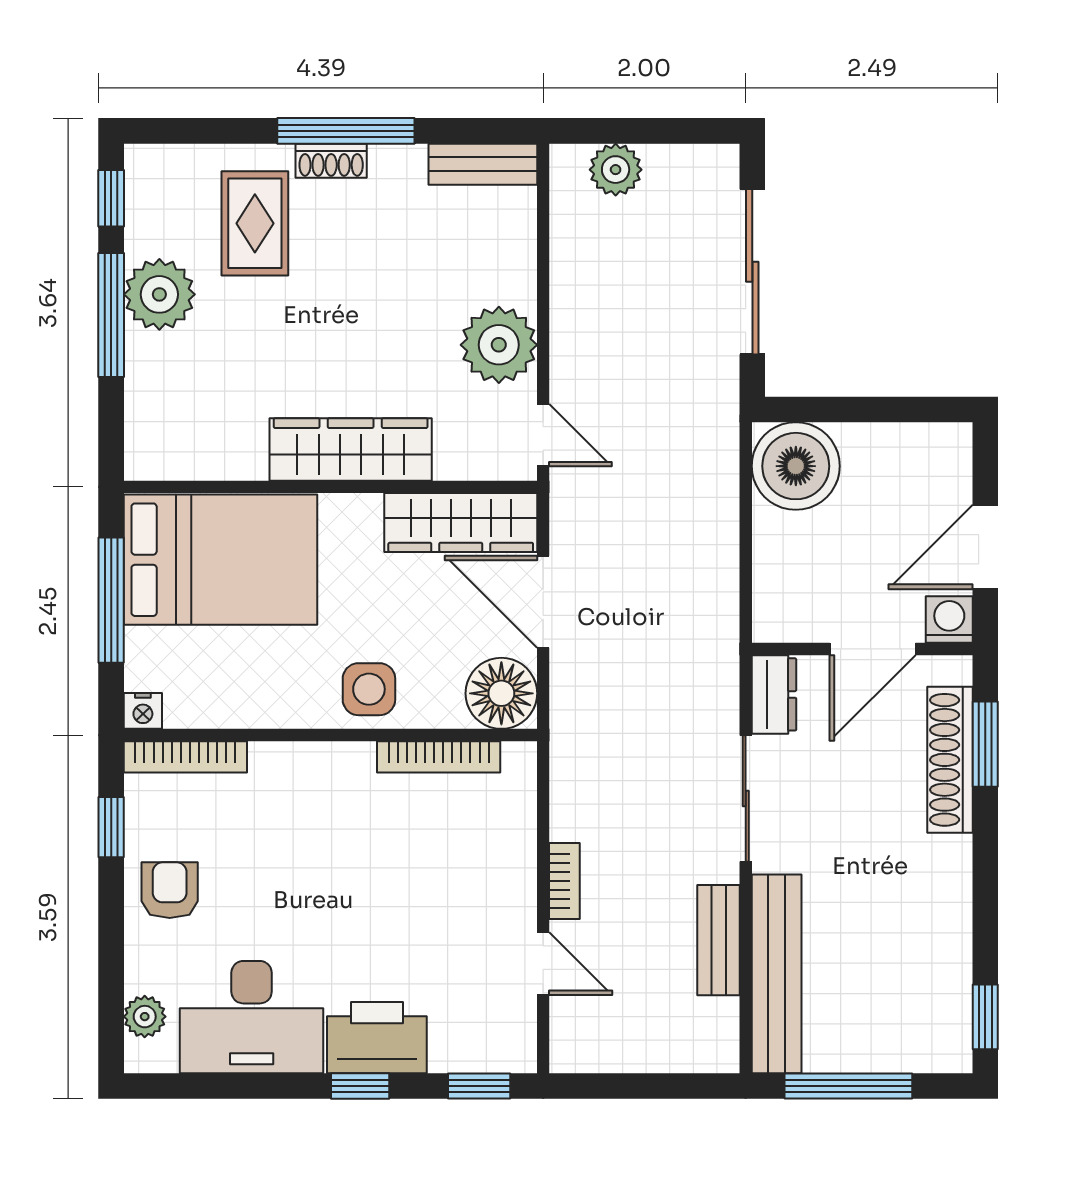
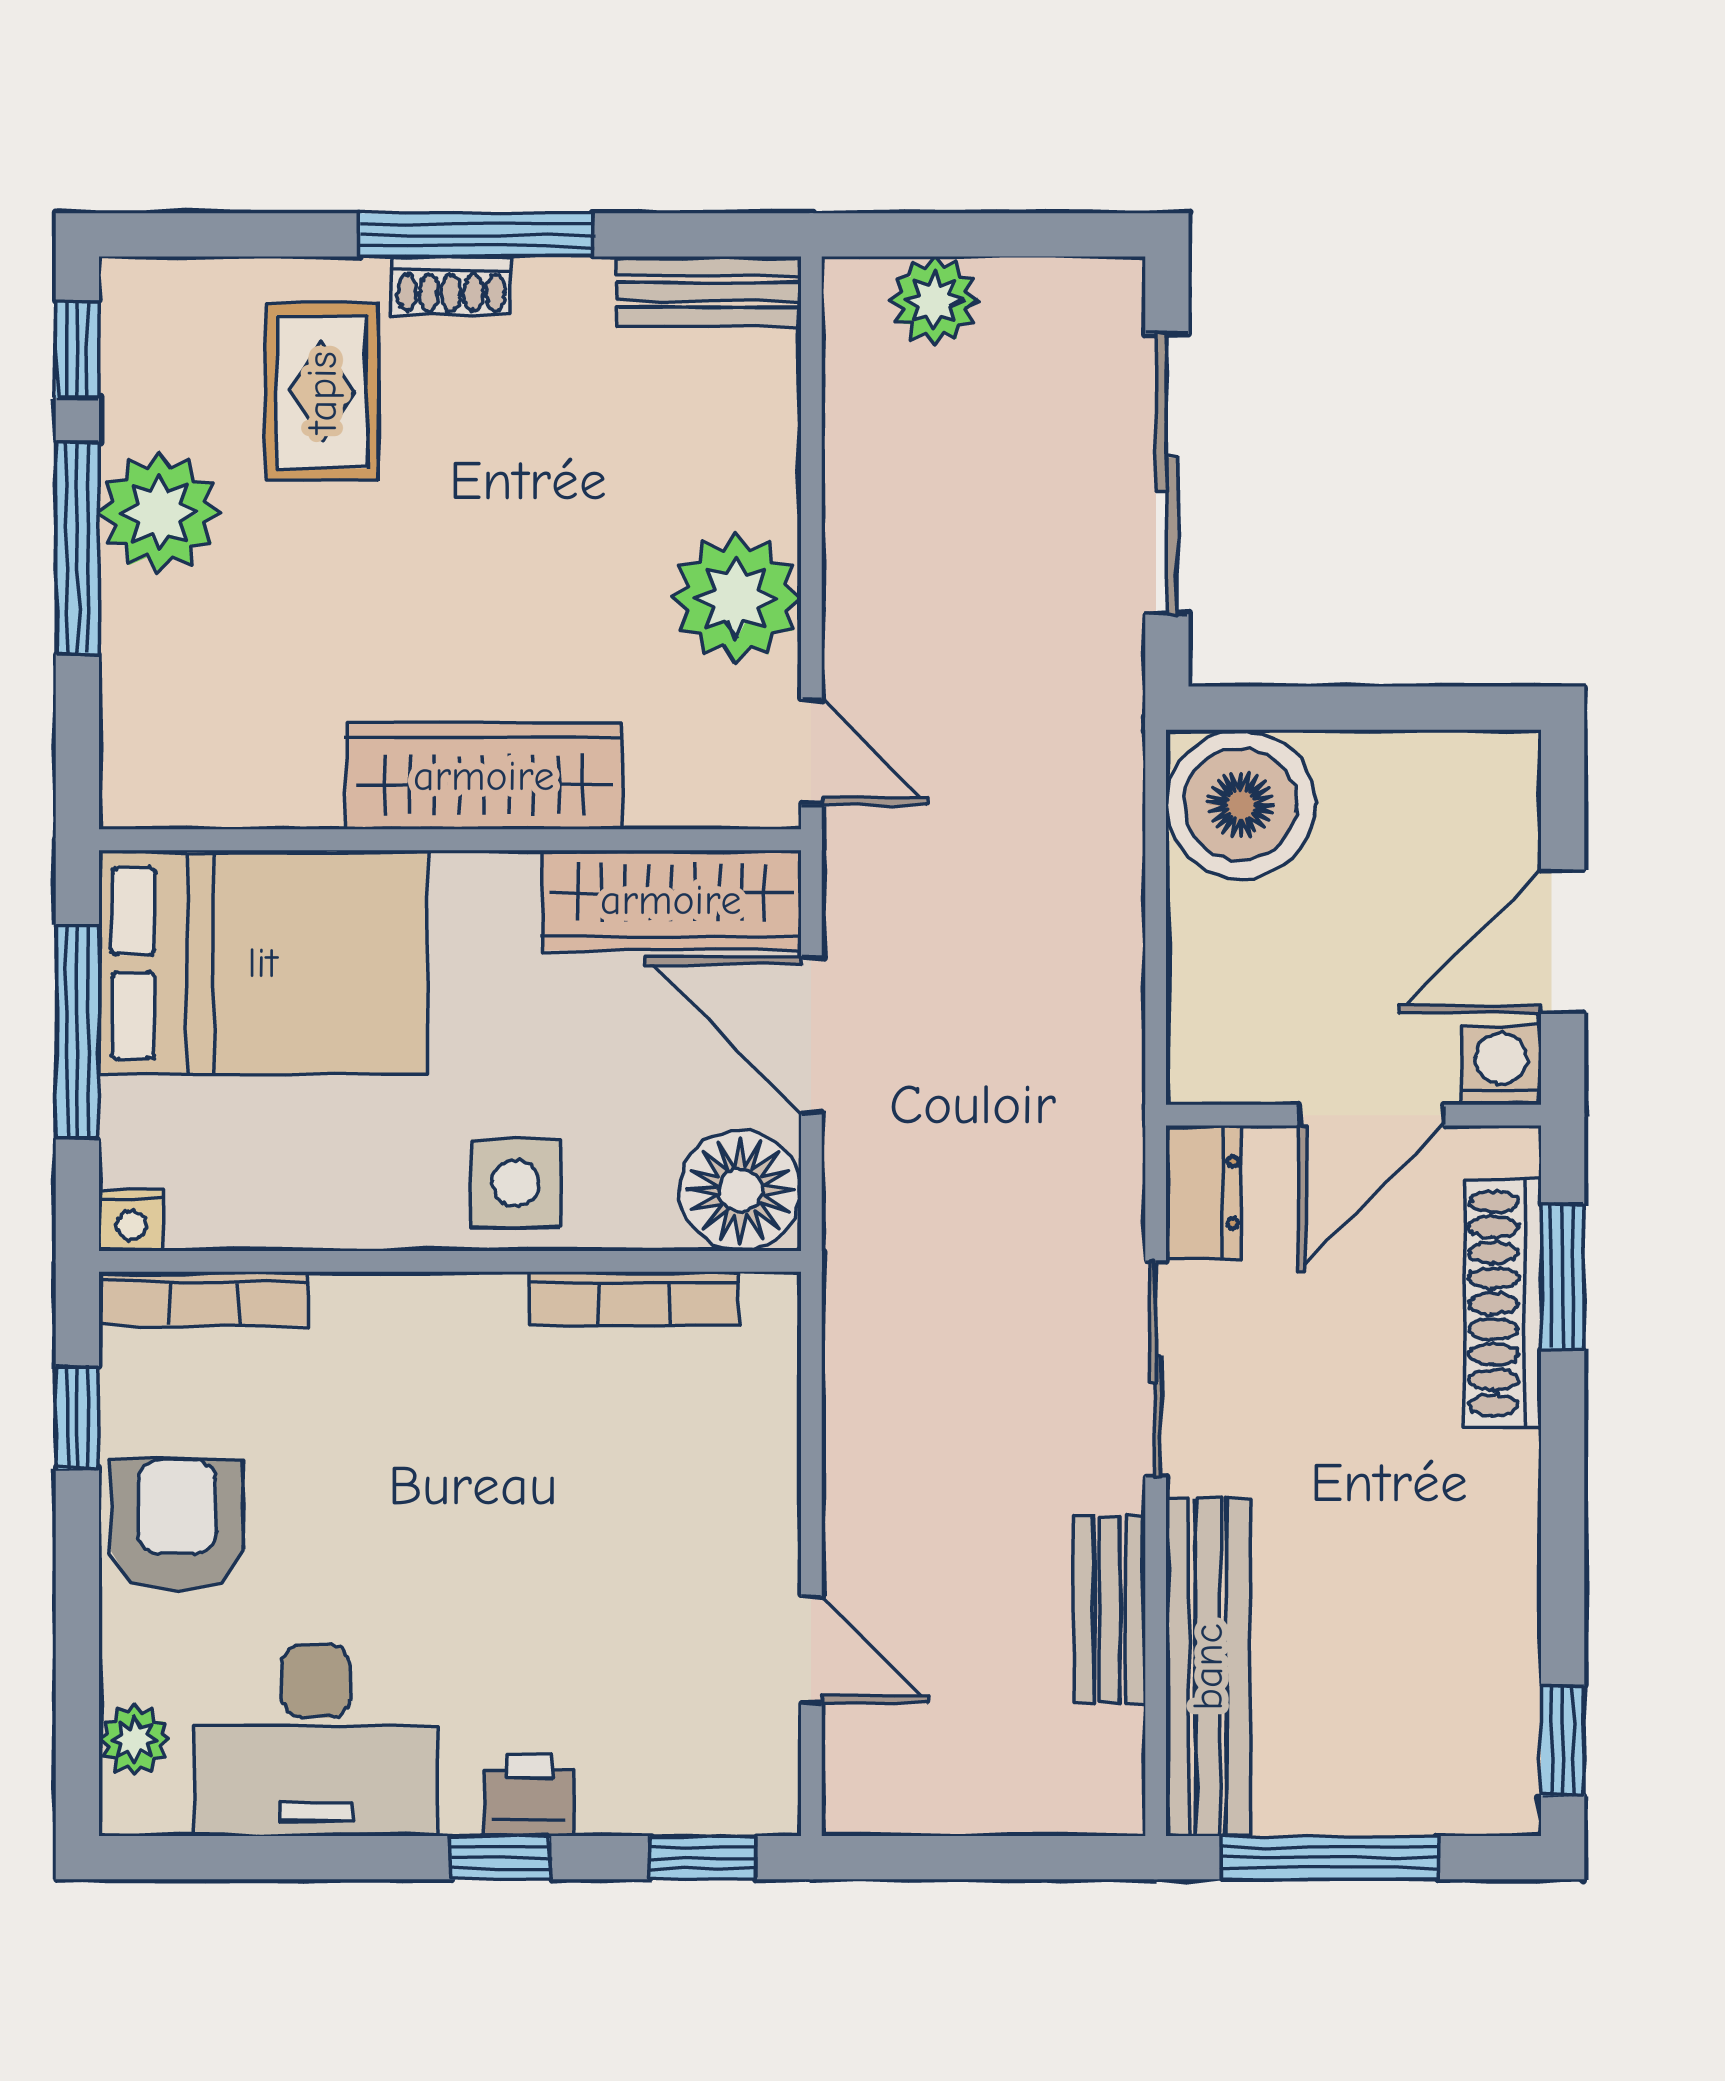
bookcase: (564, 881) -> (848, 1509), removed
armchair: (170, 890) -> (177, 1525), width x1.38, depth x1.38
printer: (377, 1038) -> (529, 1795), width x0.53, depth x0.68

